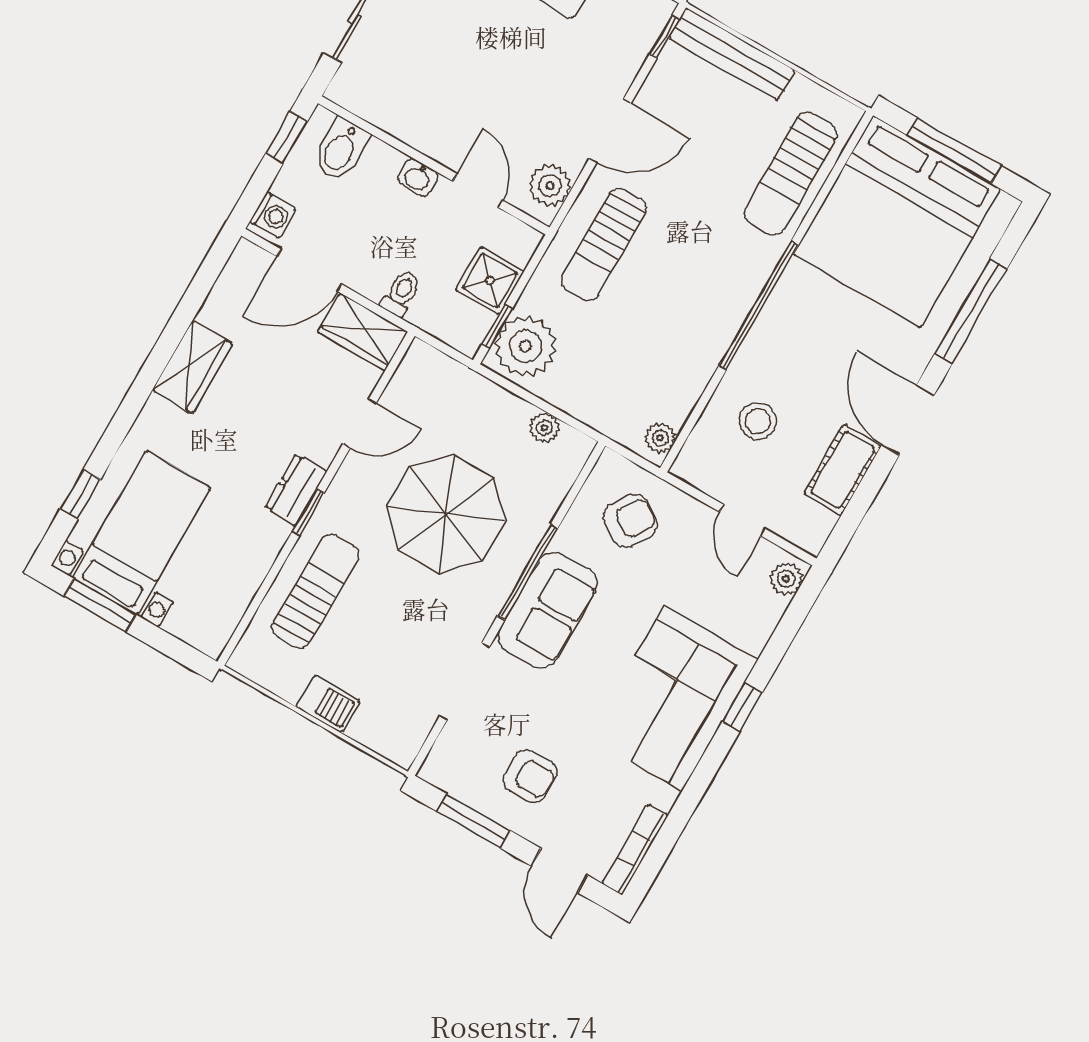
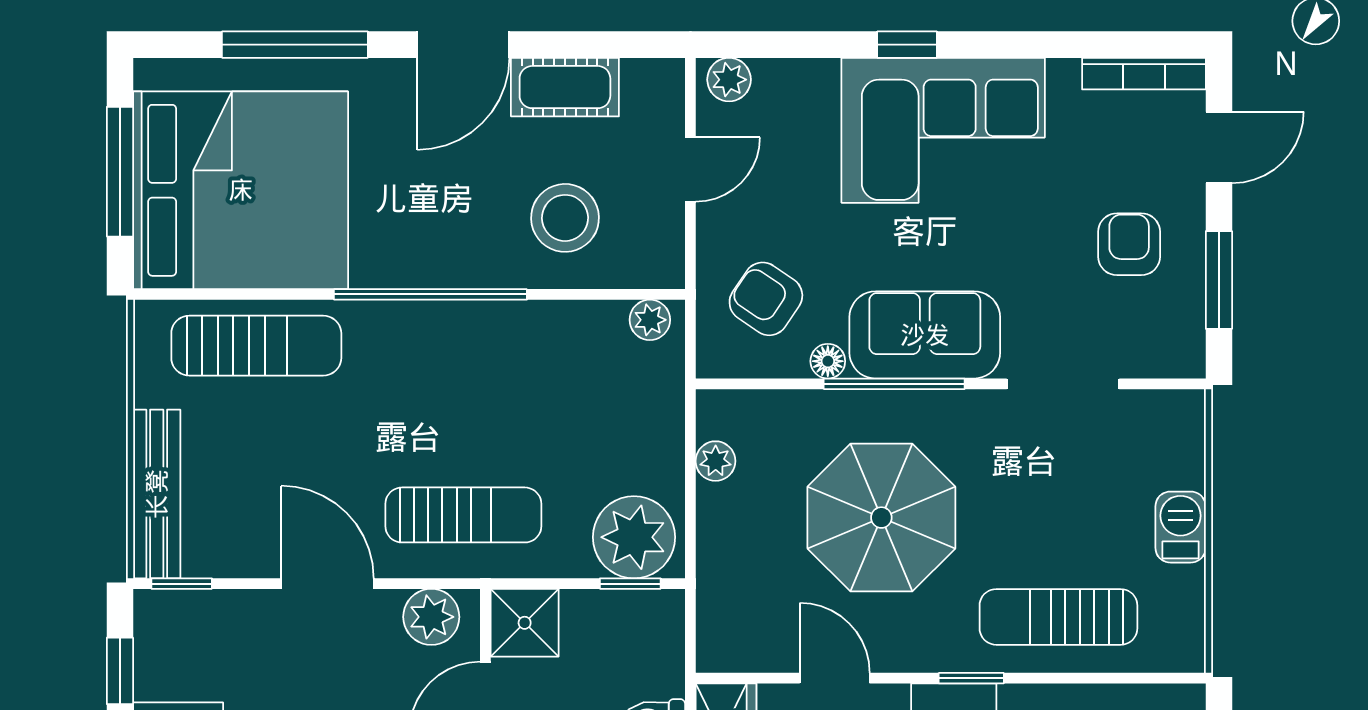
shower: (490, 281) -> (525, 623), moved
stool: (758, 421) -> (565, 218), width x1.38, depth x1.38
floor lamp: (567, 538) -> (828, 361), added

